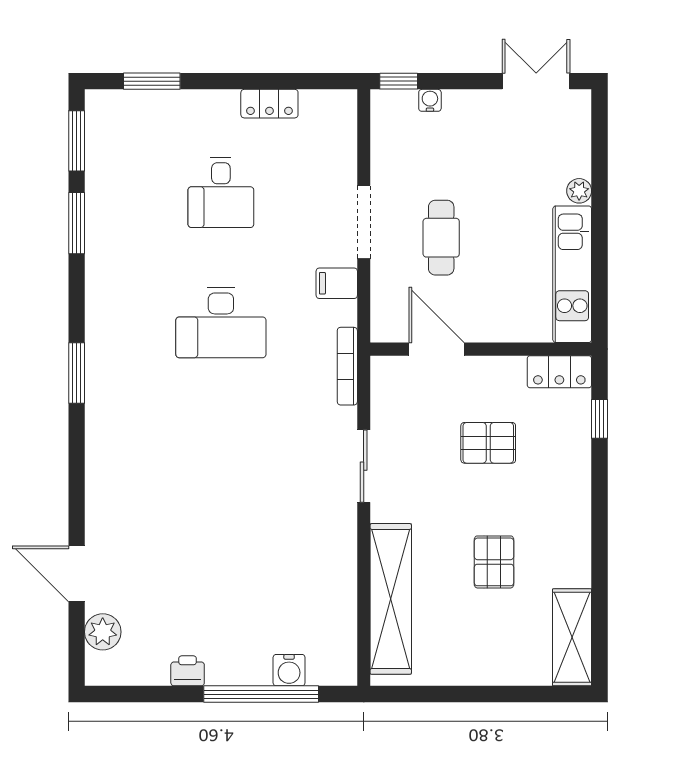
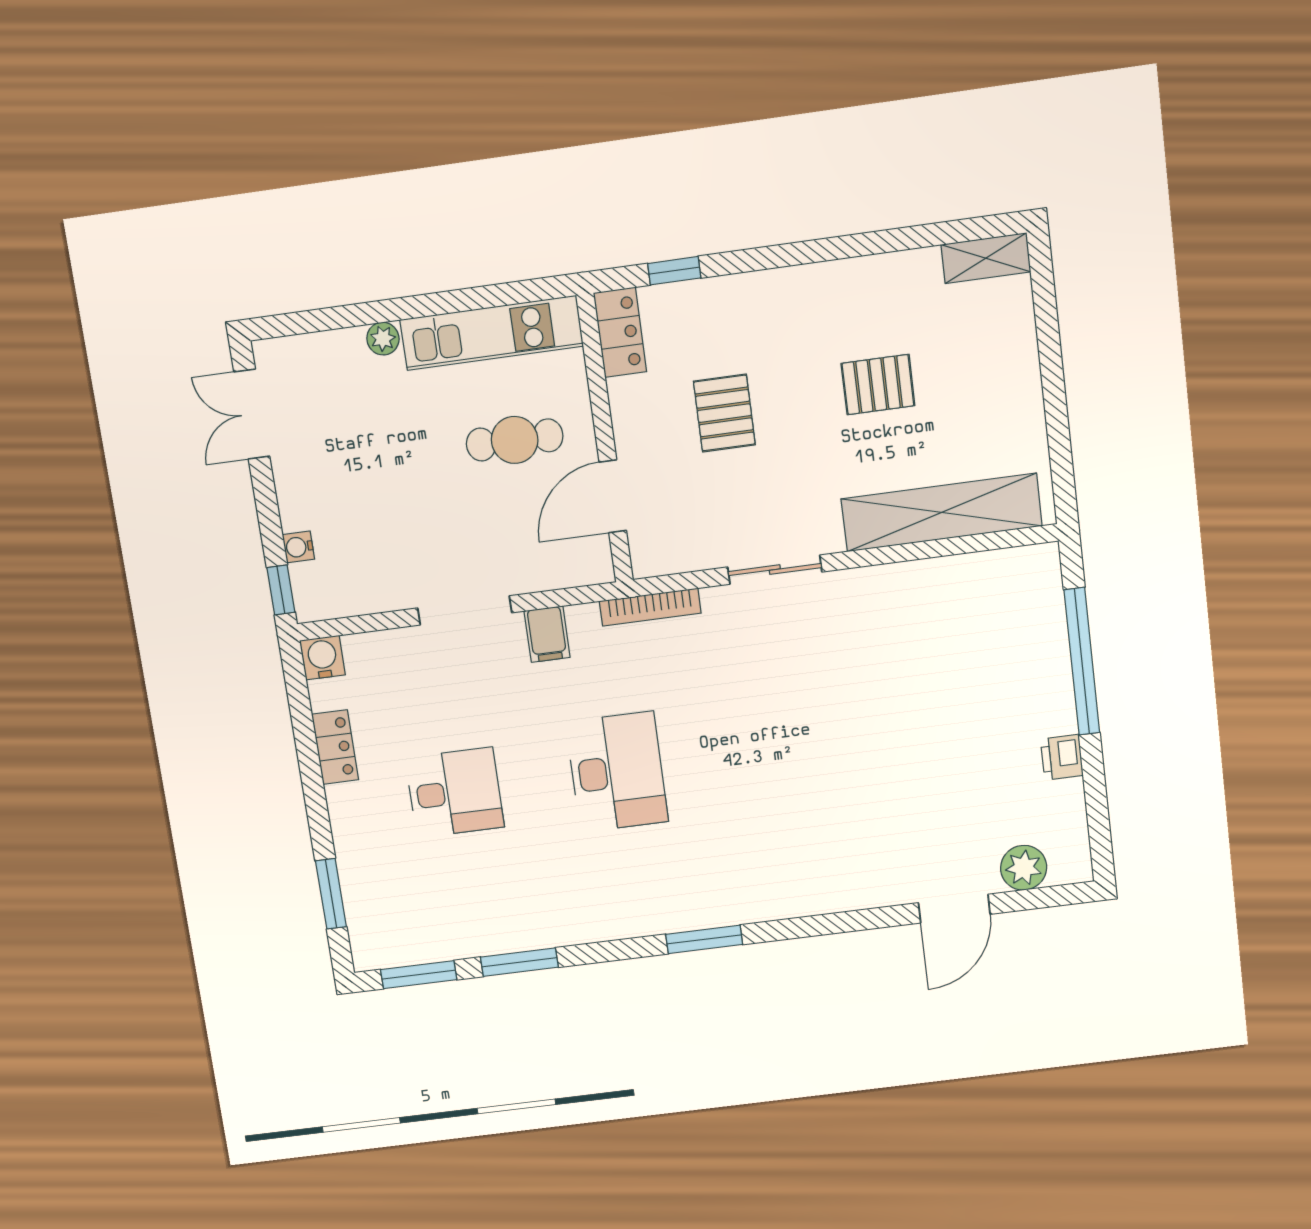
cafe table: (441, 238) -> (515, 440), moved
shelving: (572, 637) -> (986, 258), width x0.67, depth x0.75
water cooler: (289, 670) -> (322, 658), moved, turned -90

